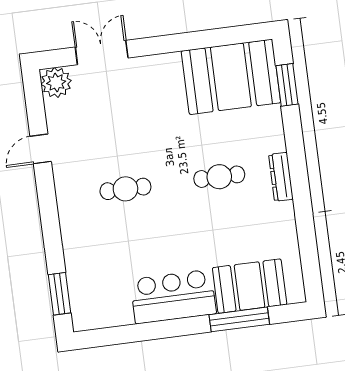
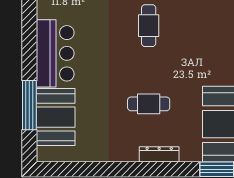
cafe table: (219, 177) -> (149, 104), turned 90
dresser: (281, 177) -> (159, 154), moved

